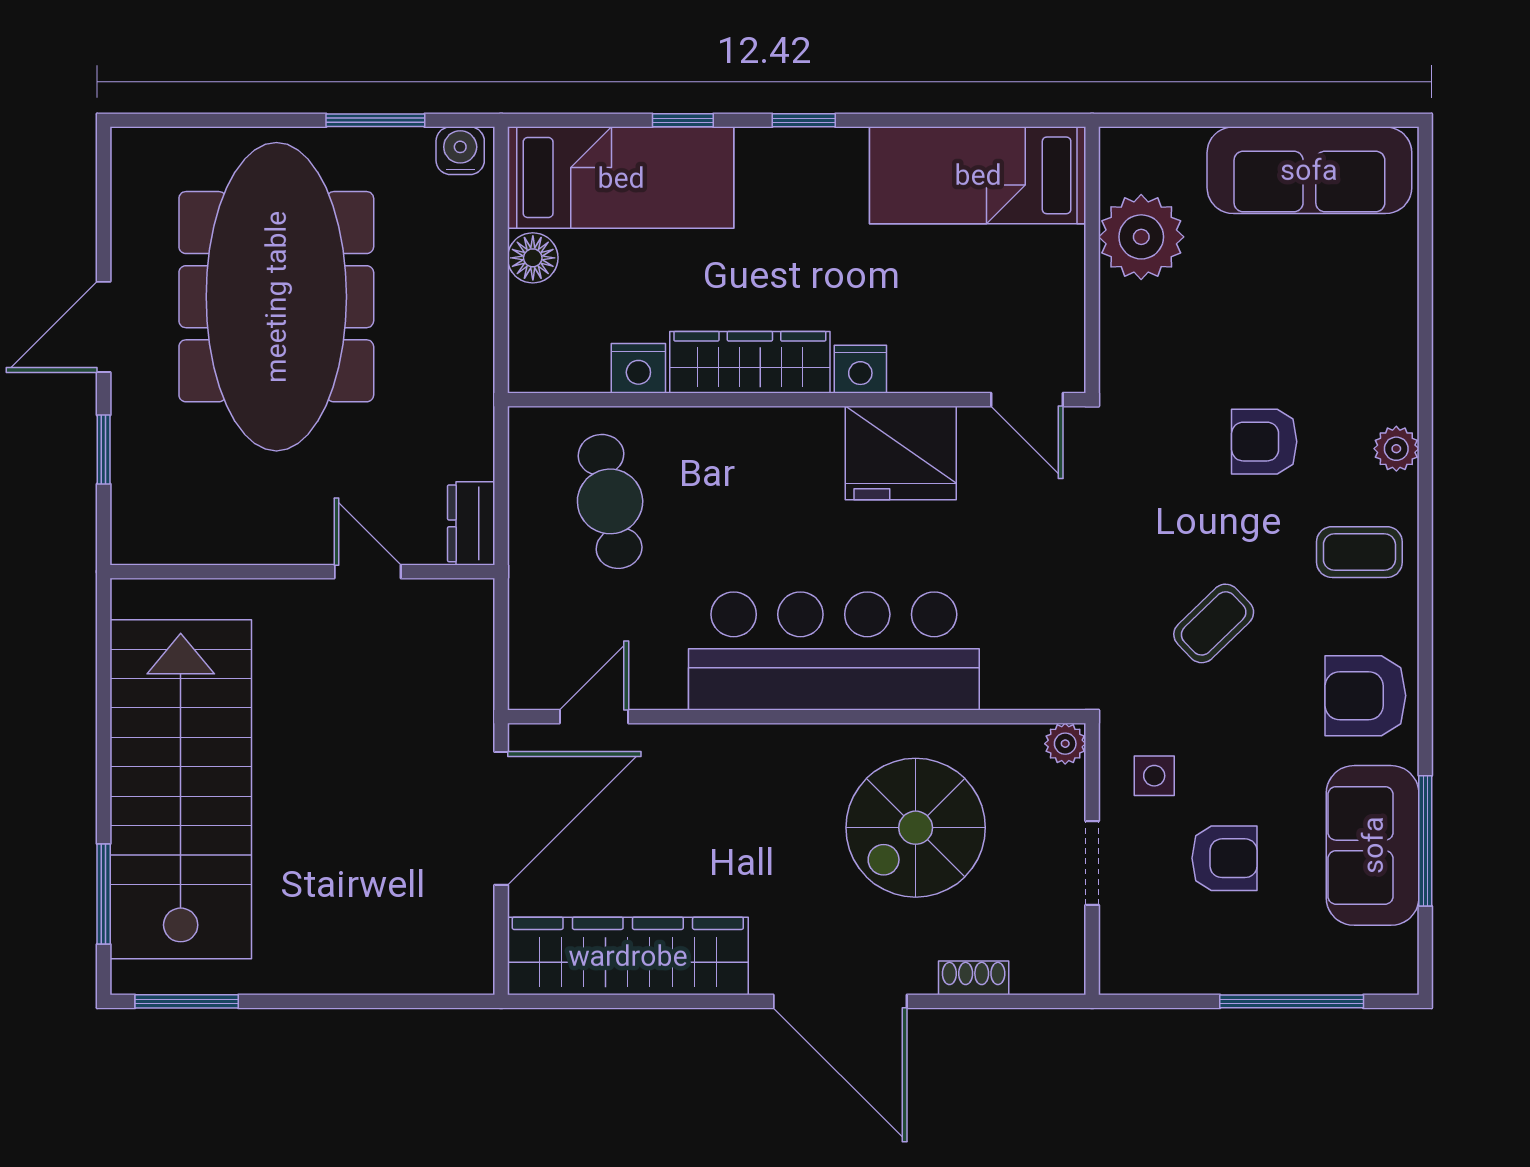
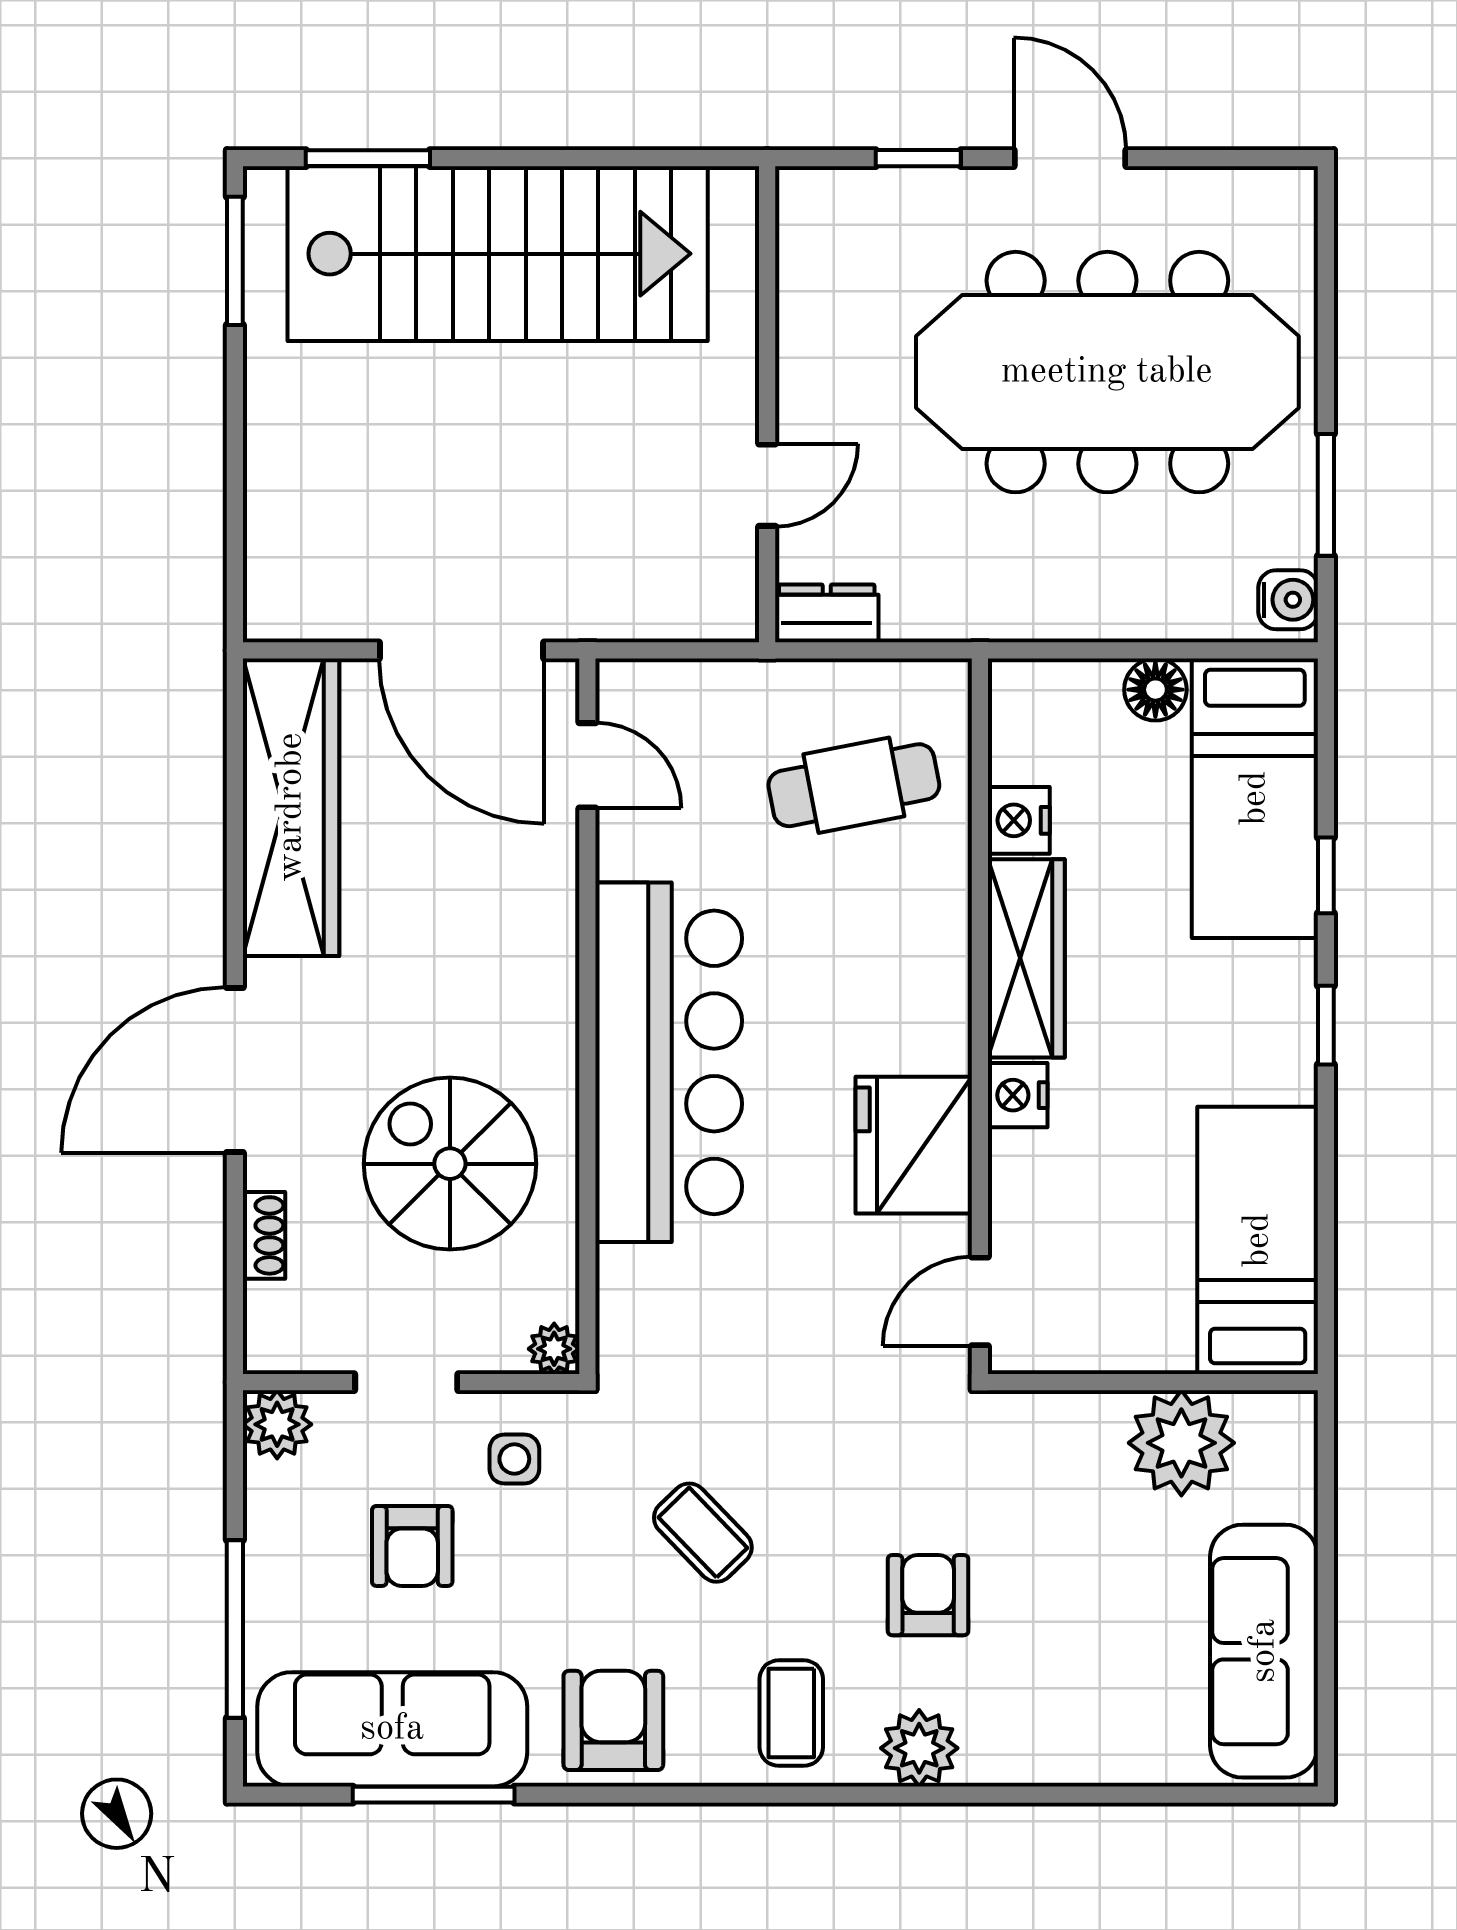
plant: (1396, 449) -> (919, 1748), width x1.38, depth x1.38
sofa: (1373, 845) -> (392, 1729), width x1.36
plant: (1126, 967) -> (277, 1424), added

